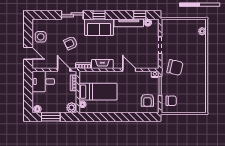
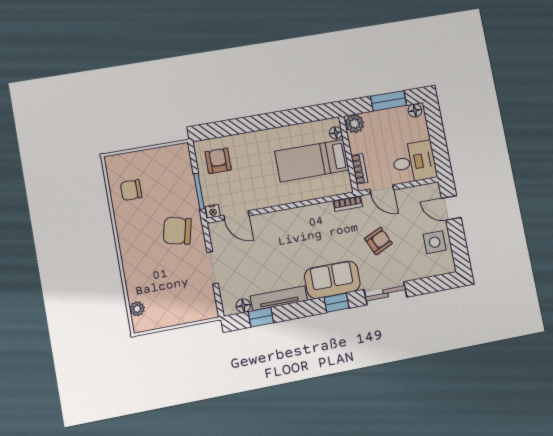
fireplace: (102, 64) -> (313, 213), removed
door: (129, 70) -> (236, 216), moved
chair: (171, 101) -> (131, 190), moved

